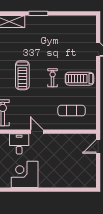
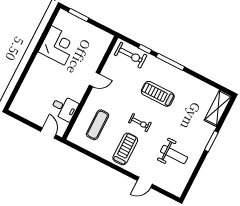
weight bench: (64, 38) -> (174, 154), added
desk: (19, 144) -> (64, 108), moved

